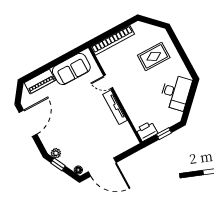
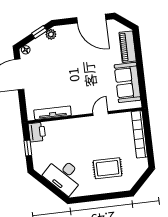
rug: (154, 56) -> (108, 168), turned 90
tv unit: (115, 107) -> (53, 113), moved

